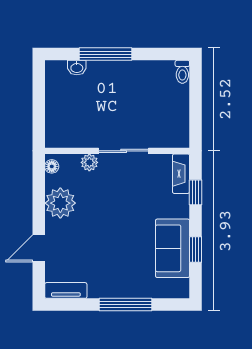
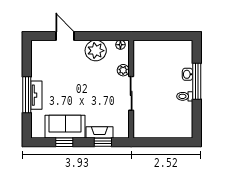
washbasin: (77, 68) -> (187, 74), moved
toilet: (182, 72) -> (185, 96), moved
fireplace: (181, 174) -> (99, 132), moved
tv unit: (66, 290) -> (36, 95), moved

